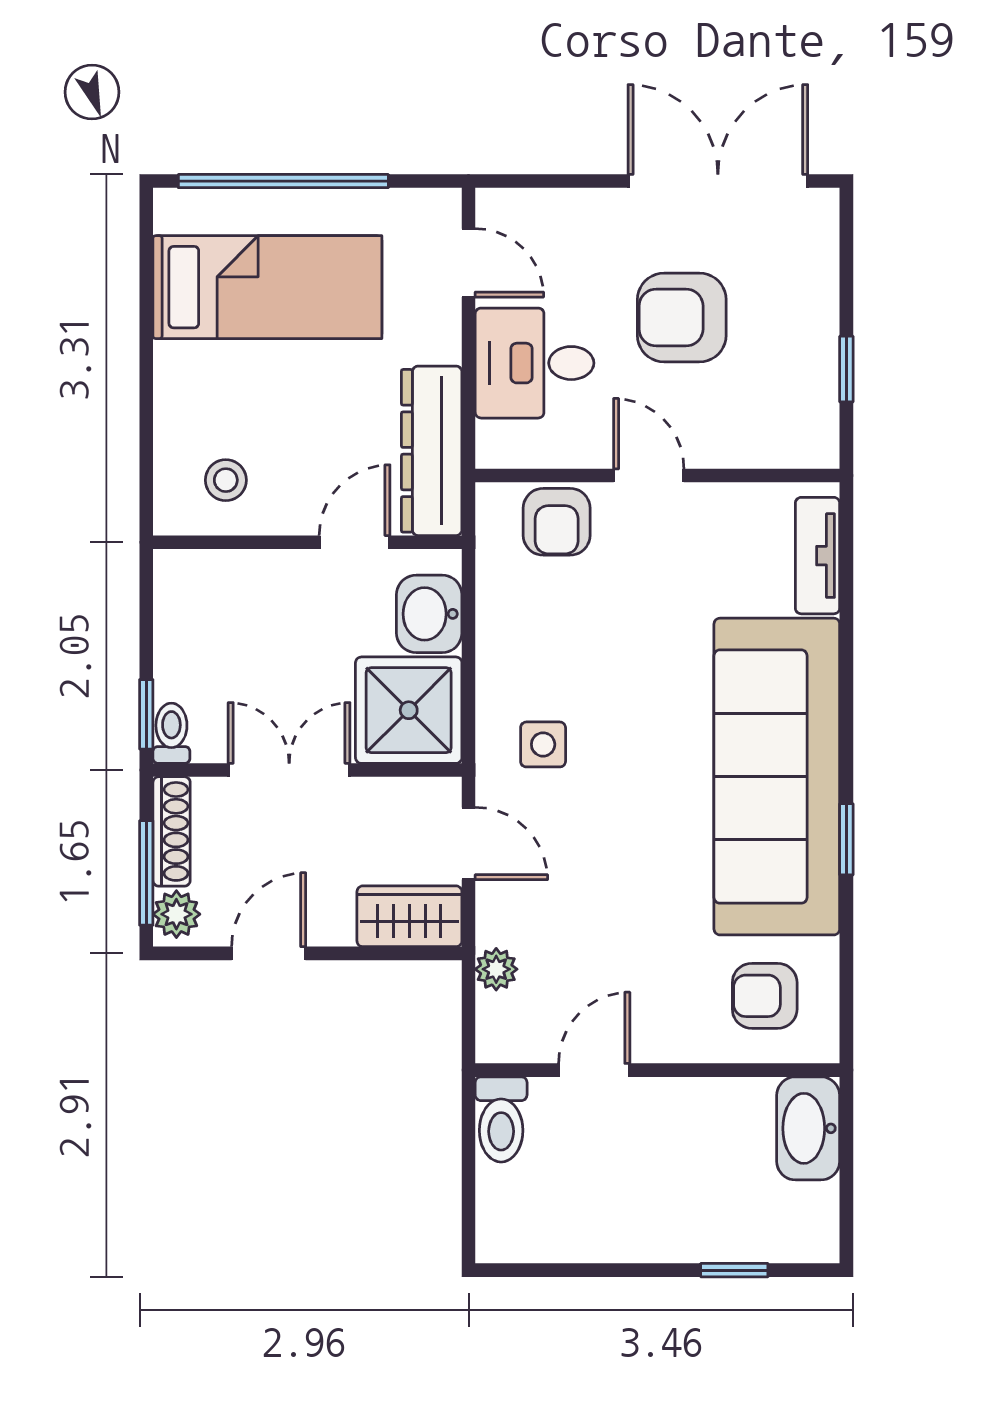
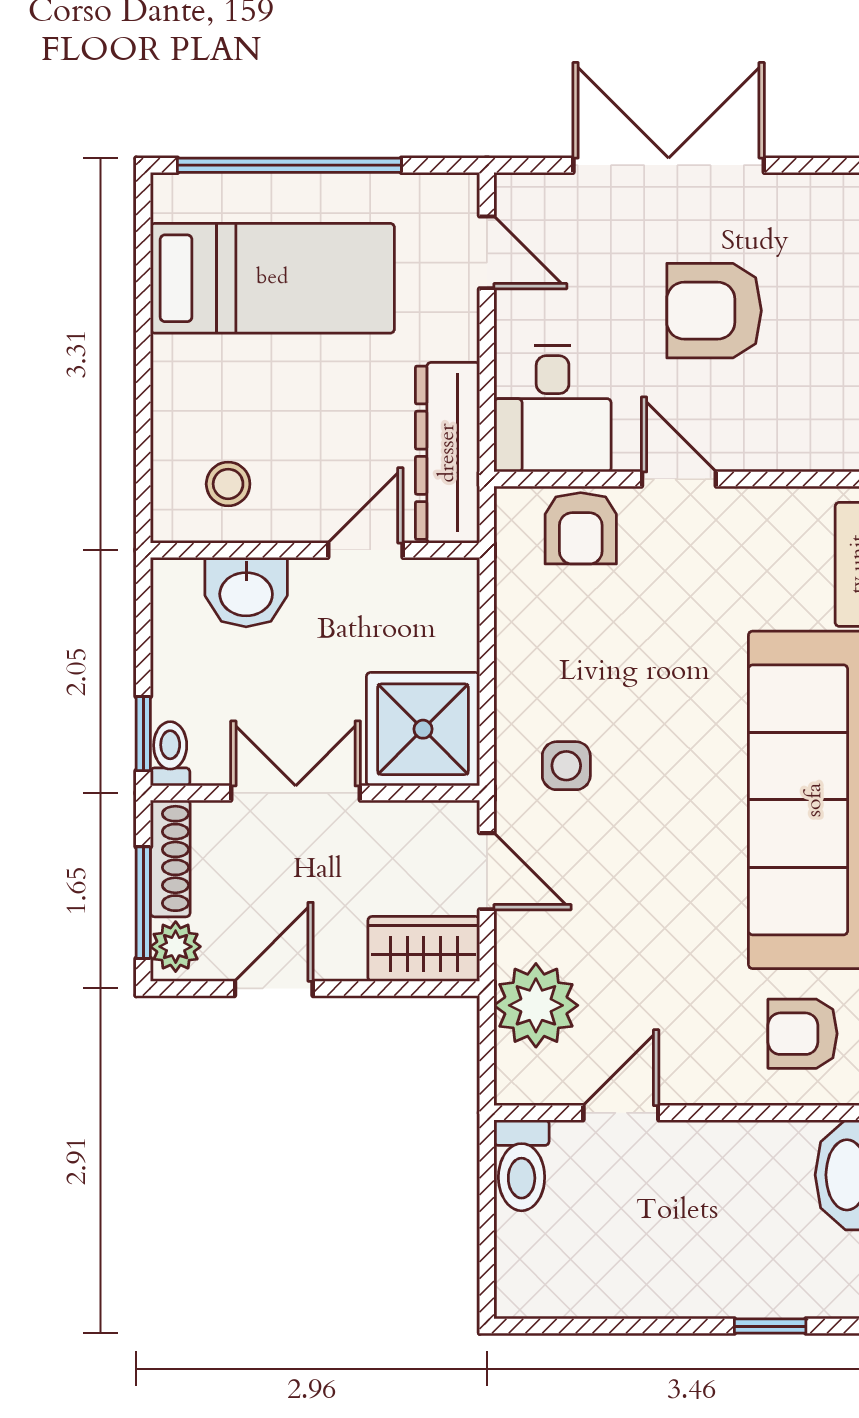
double door: (718, 181) -> (669, 165), moved
desk: (535, 363) -> (553, 409), moved, turned -90
washbasin: (429, 614) -> (246, 592), moved, turned -90
plant: (496, 969) -> (536, 1005), width x1.88, depth x1.88

